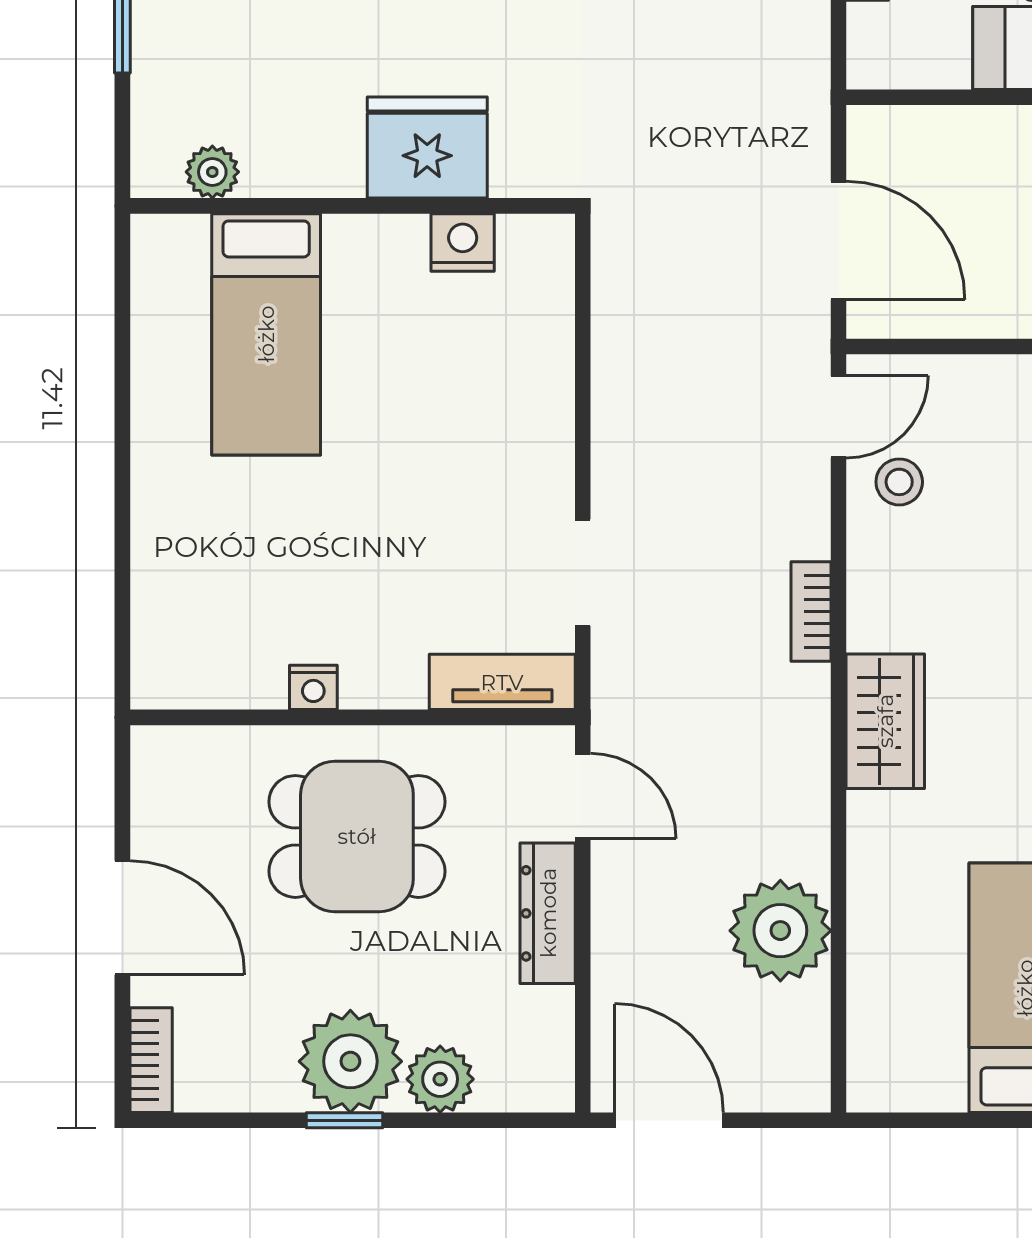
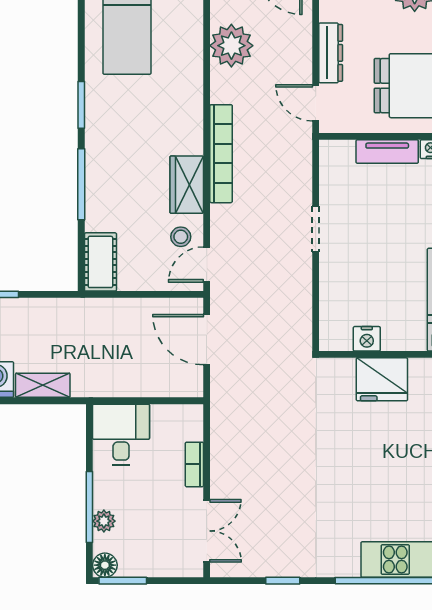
doorway: (583, 573) -> (316, 229), moved
bookcase: (811, 612) -> (221, 154), width x2.31, depth x1.31
tv unit: (502, 682) -> (387, 152), moved
wardrobe: (885, 721) -> (187, 185), moved

